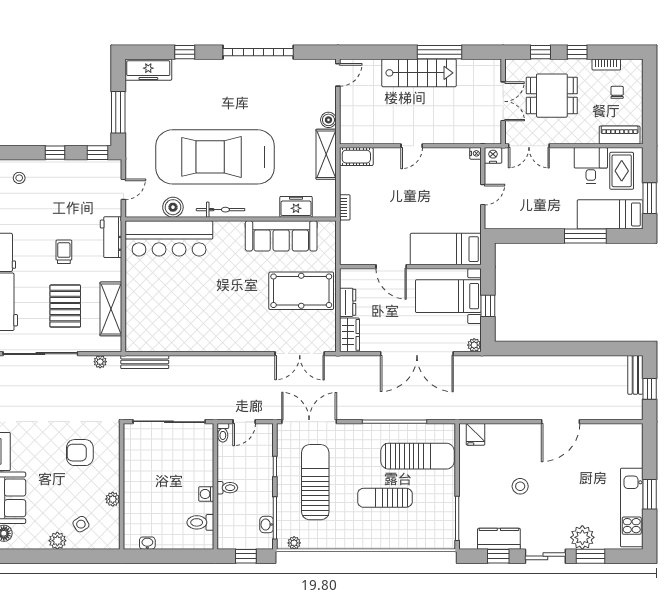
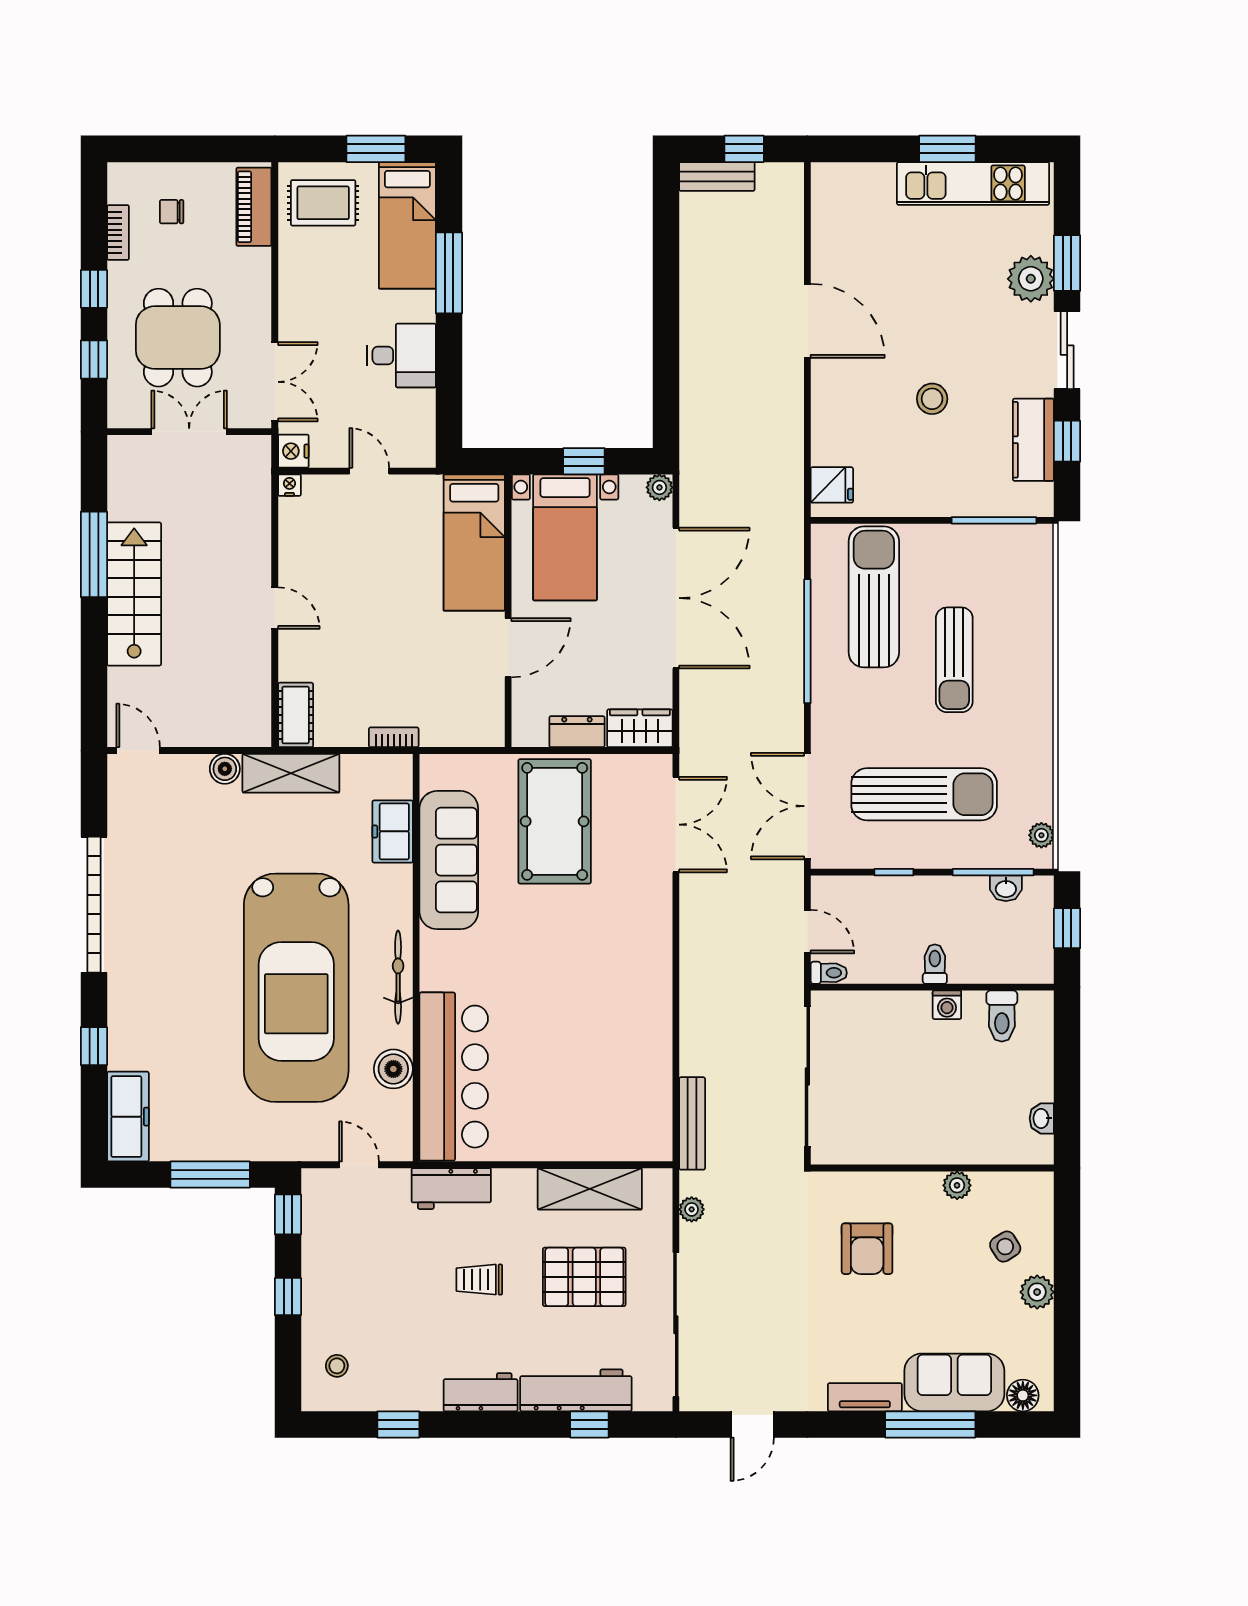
desk: (591, 165) -> (401, 355), moved, turned 180
sun lounger: (315, 482) -> (924, 794), turned 180

